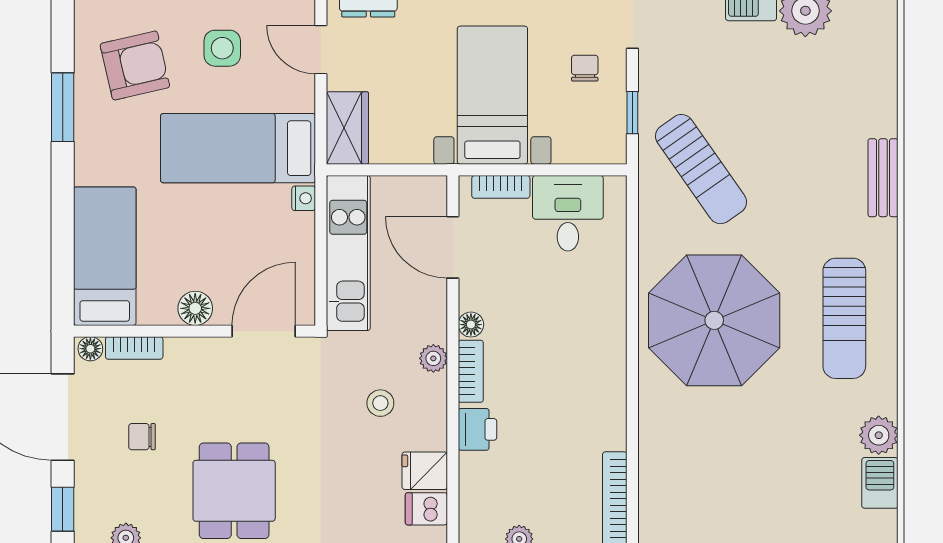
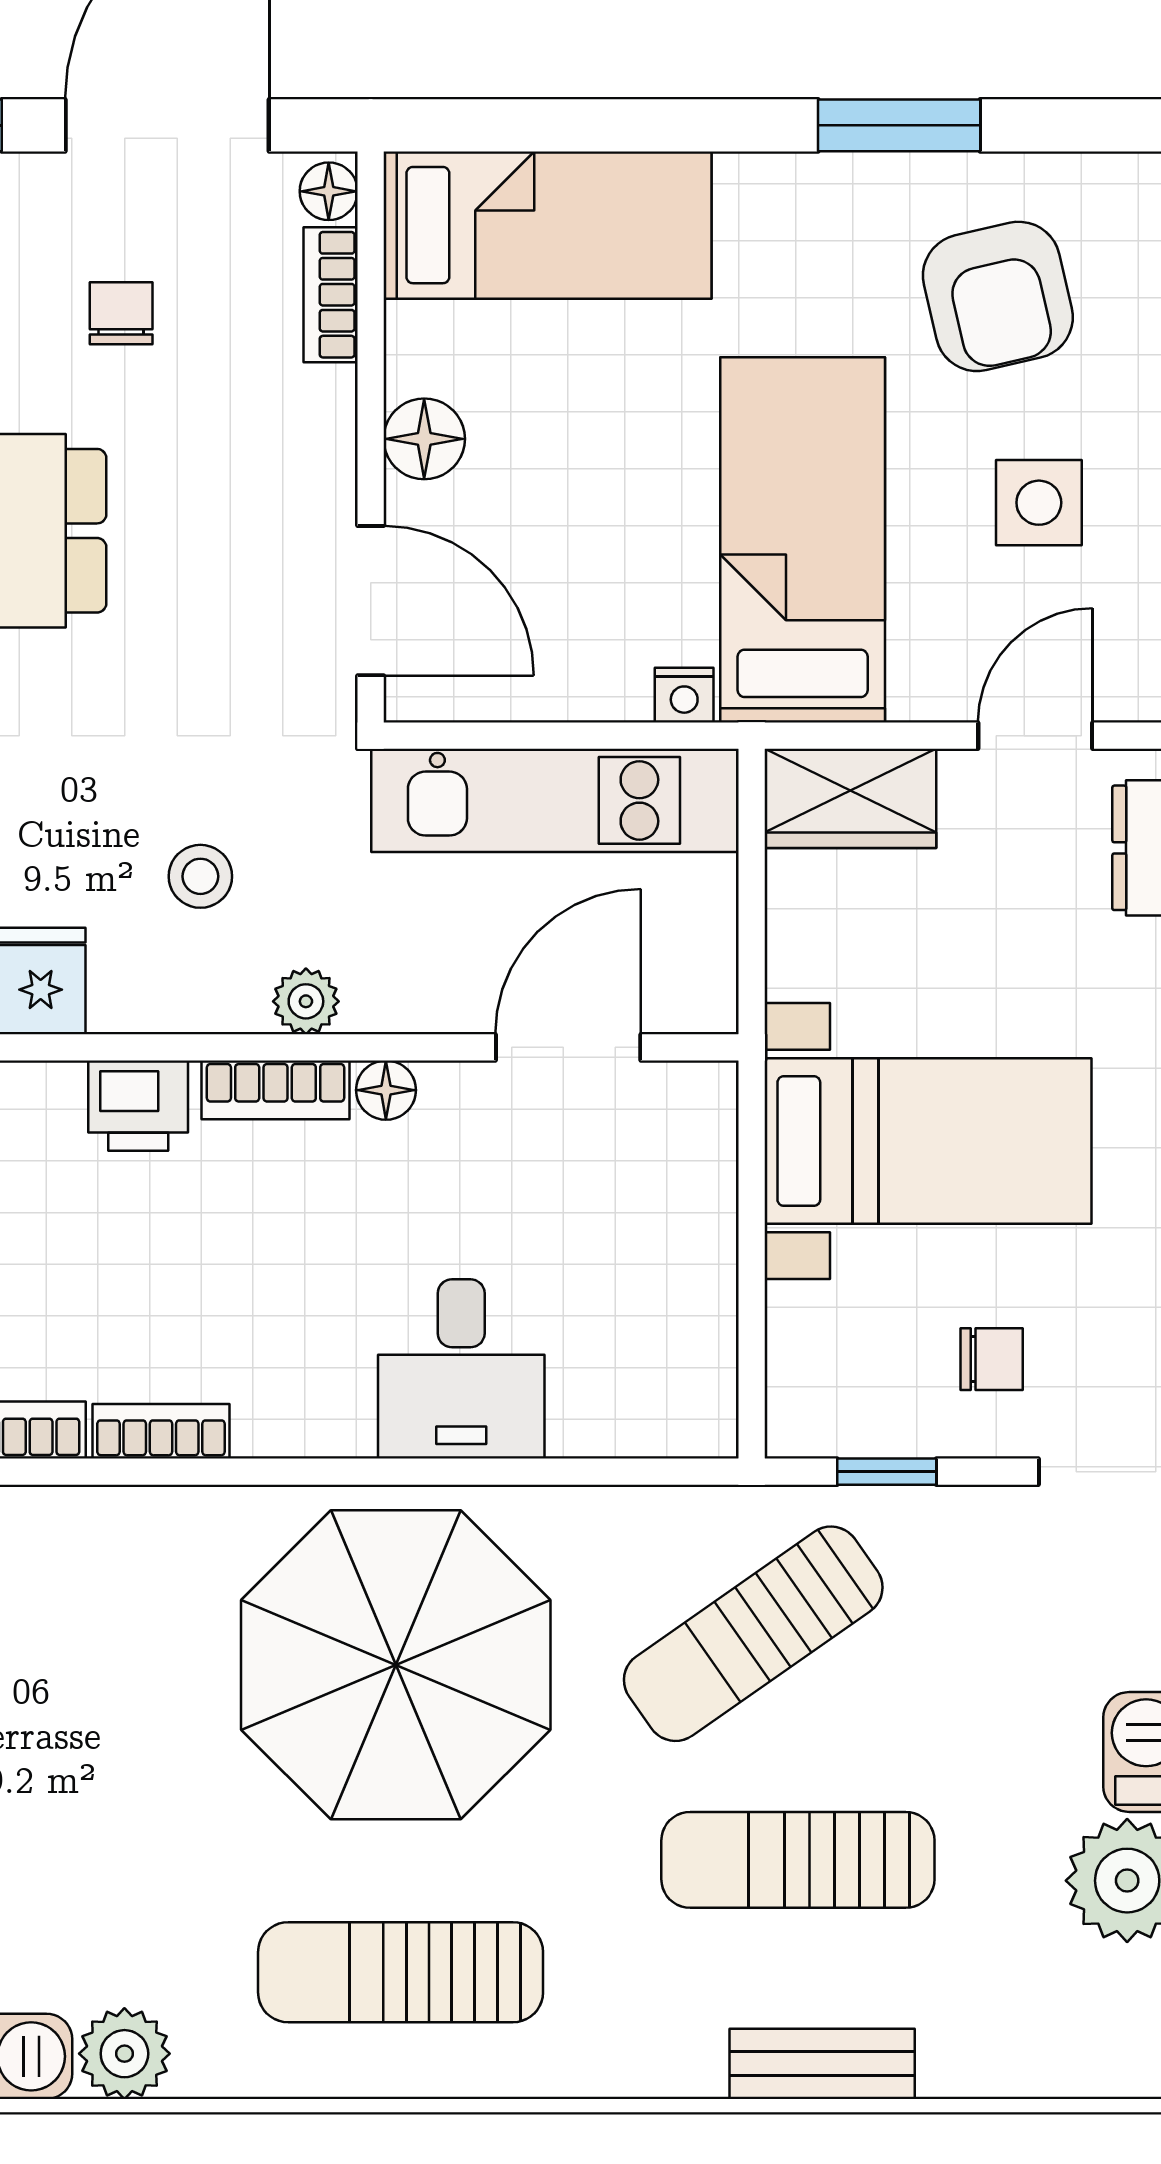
sun lounger: (797, 150) -> (798, 1860), added
bench: (883, 178) -> (822, 2064), moved
bookcase: (501, 187) -> (161, 1431), moved, turned 90
desk: (568, 213) -> (461, 1369), moved, turned 90

